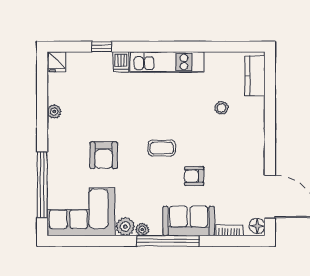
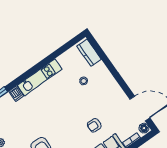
coffee table: (162, 148) -> (68, 123), removed

